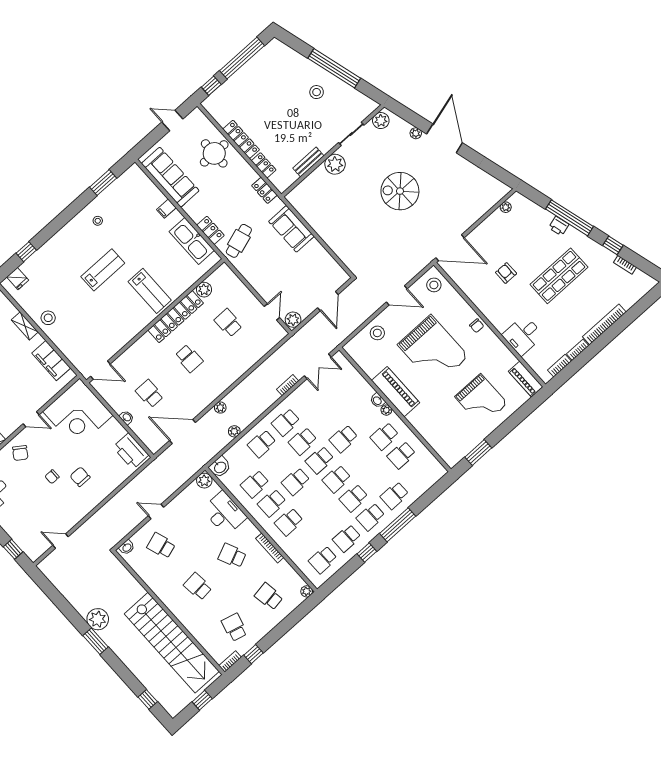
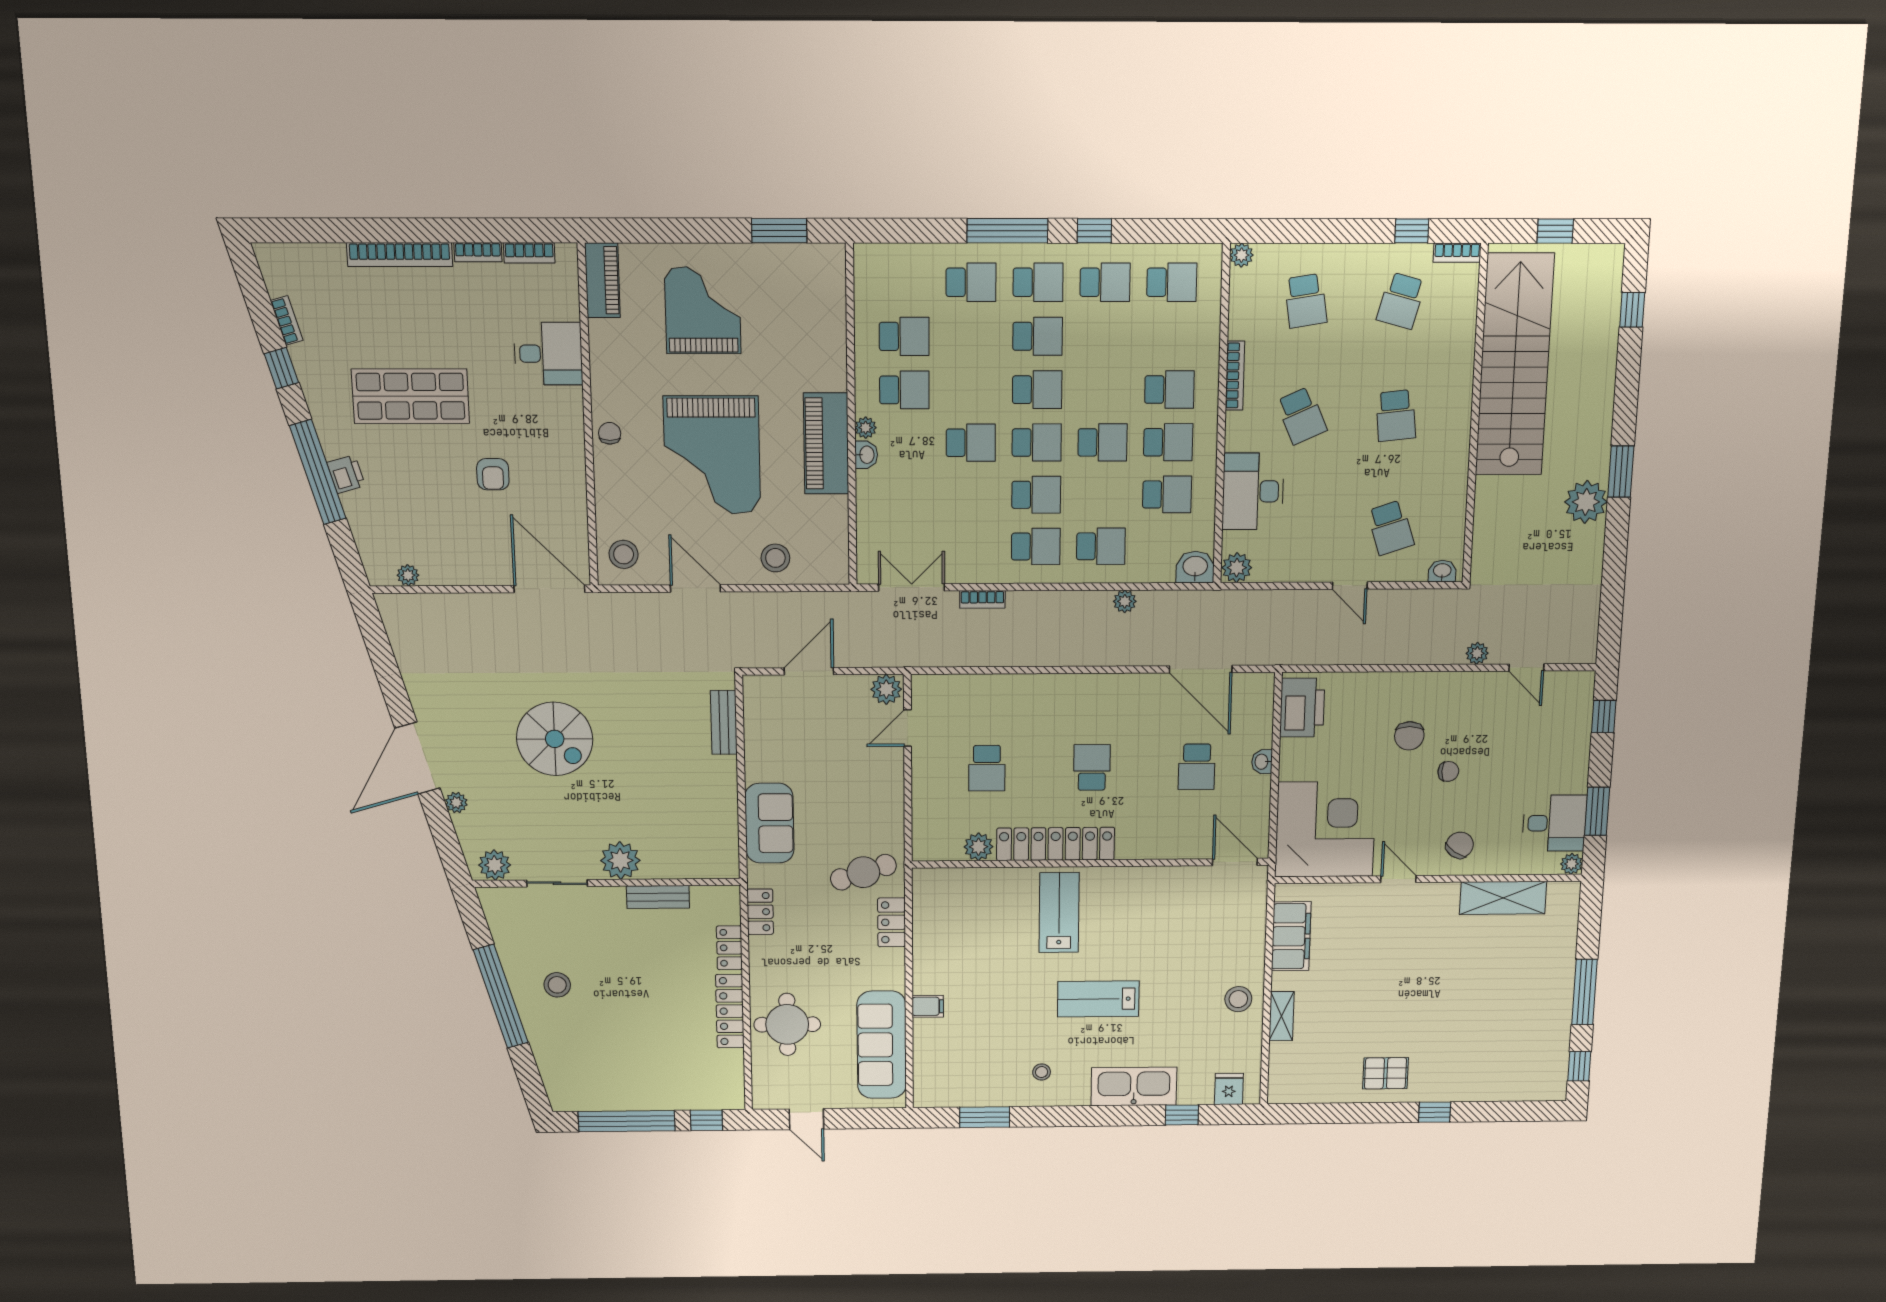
kitchen sink: (192, 241) -> (1134, 1086), moved, turned -90
bench: (342, 253) -> (724, 722), added
grand piano: (433, 351) -> (712, 455), turned 180
plant: (220, 408) -> (1477, 653), moved

